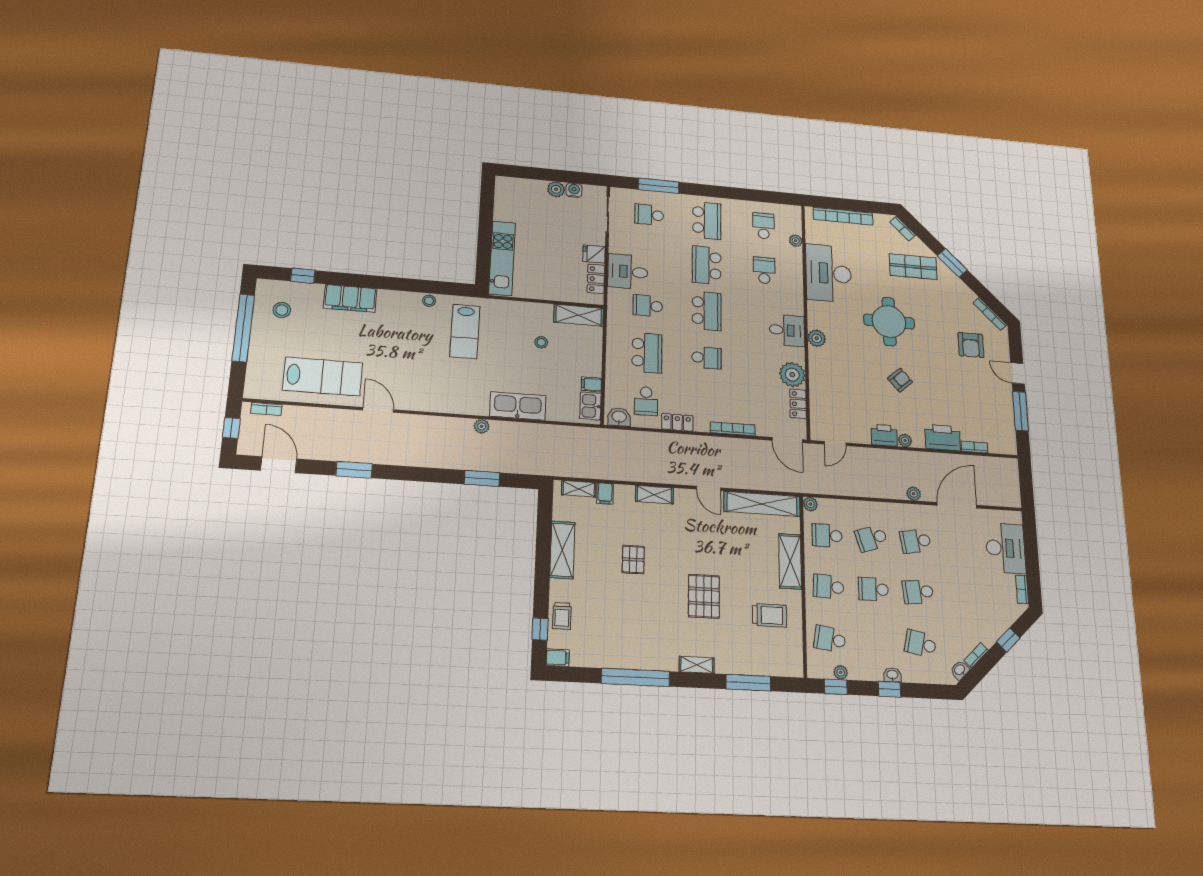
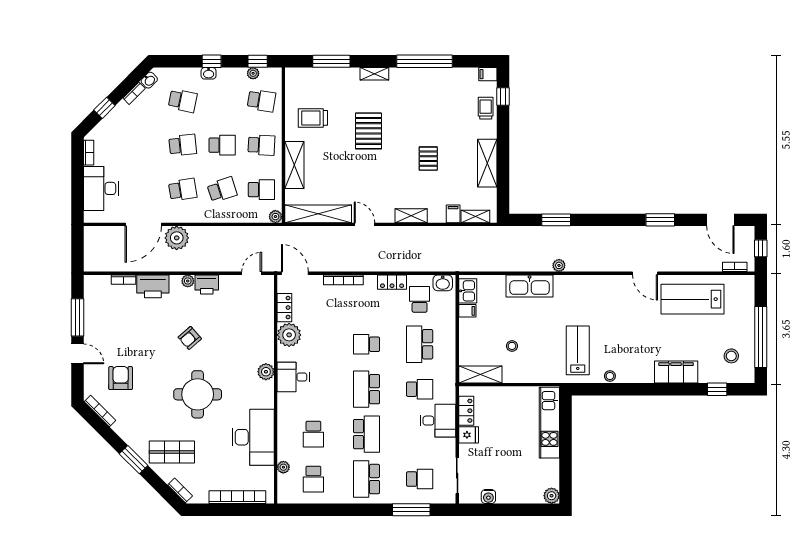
plant: (556, 189) -> (552, 496), moved
plant: (914, 494) -> (177, 238), width x1.87, depth x1.87

